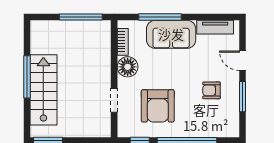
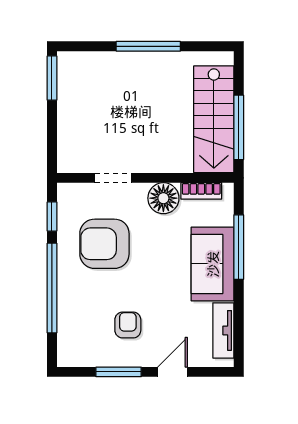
stairs: (43, 90) -> (214, 119), moved, turned 90

